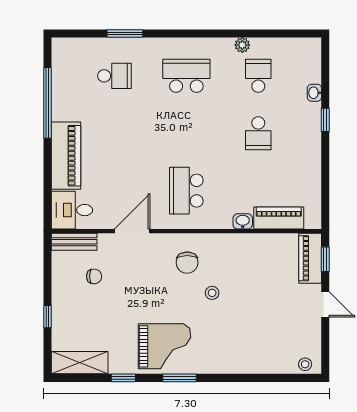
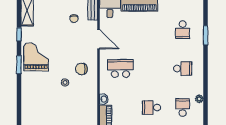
school desk: (186, 76) -> (183, 69), width x0.54
school desk: (258, 76) -> (183, 108), turned -90
grand piano: (164, 346) -> (36, 57), turned 180

